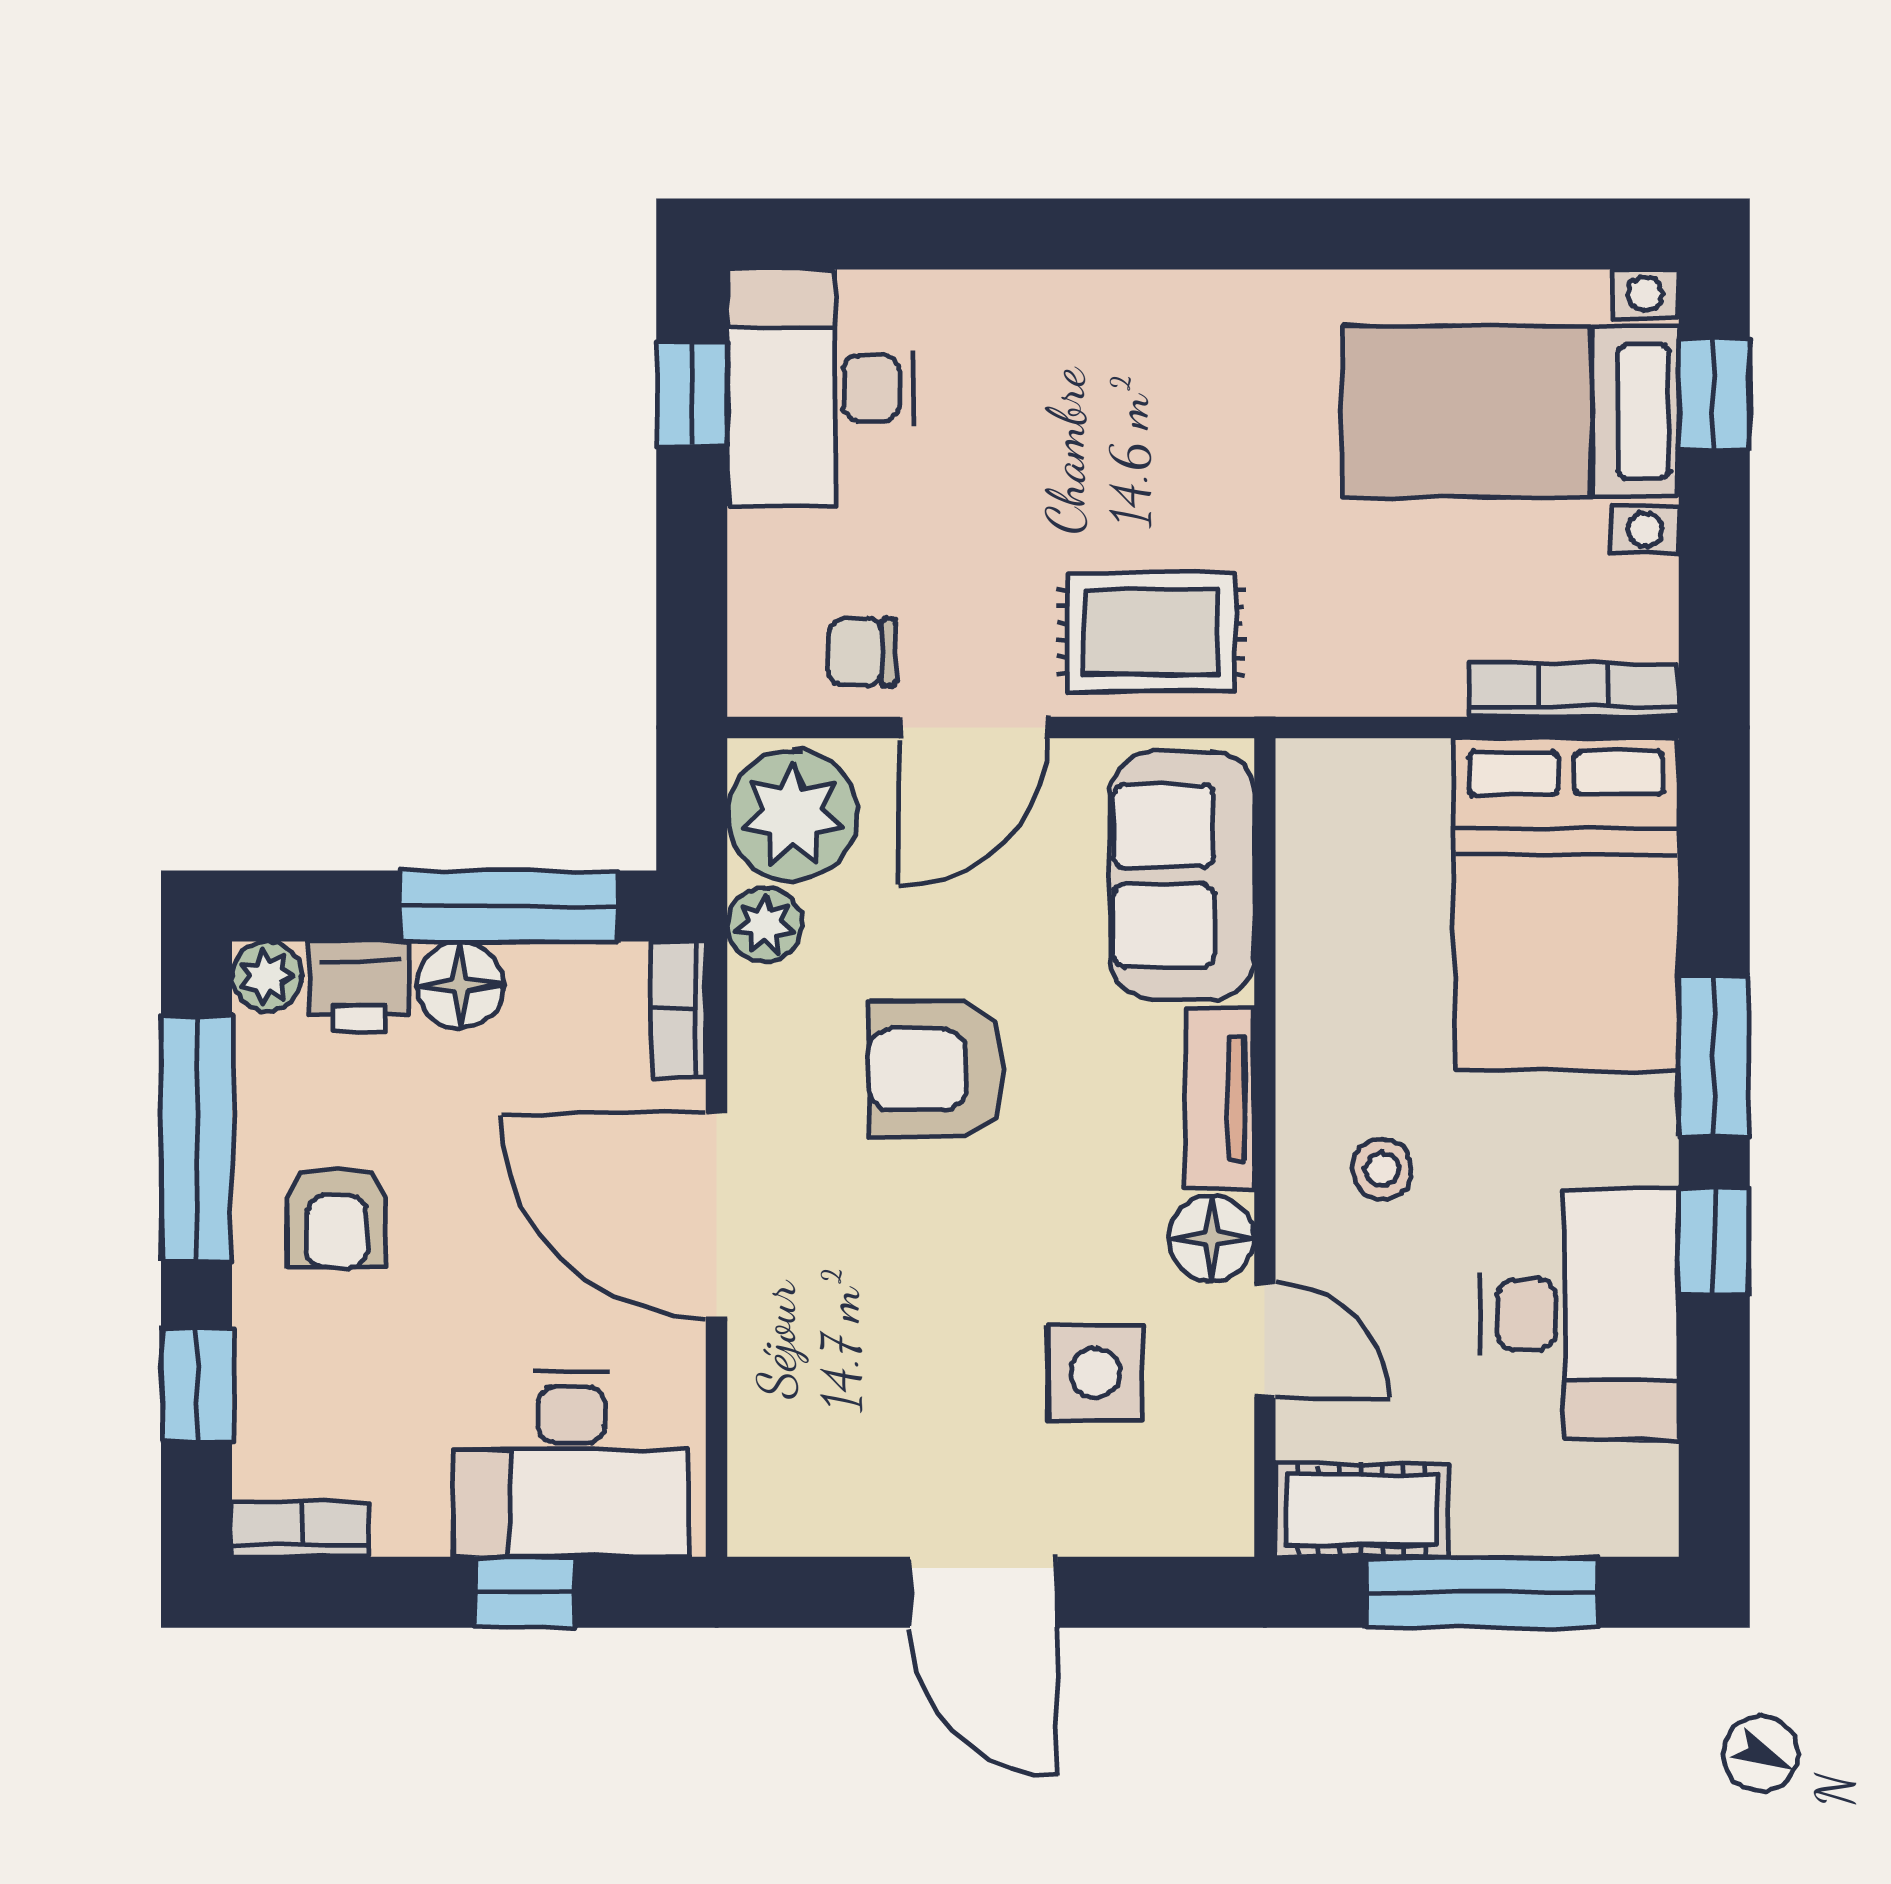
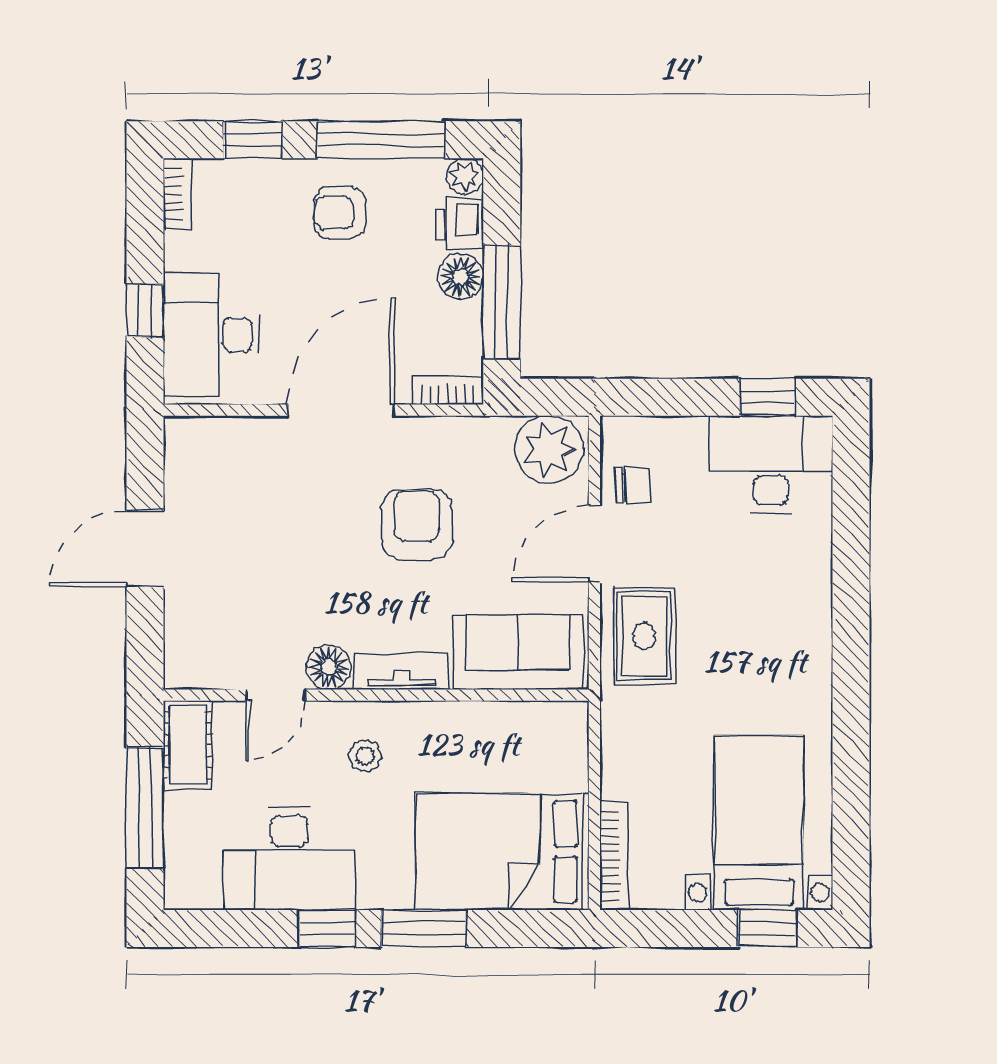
chair: (862, 652) -> (634, 485), turned 90
door: (974, 727) -> (594, 544), hinge flipped
plant: (764, 925) -> (492, 435), removed
side table: (1096, 1373) -> (259, 607), removed

